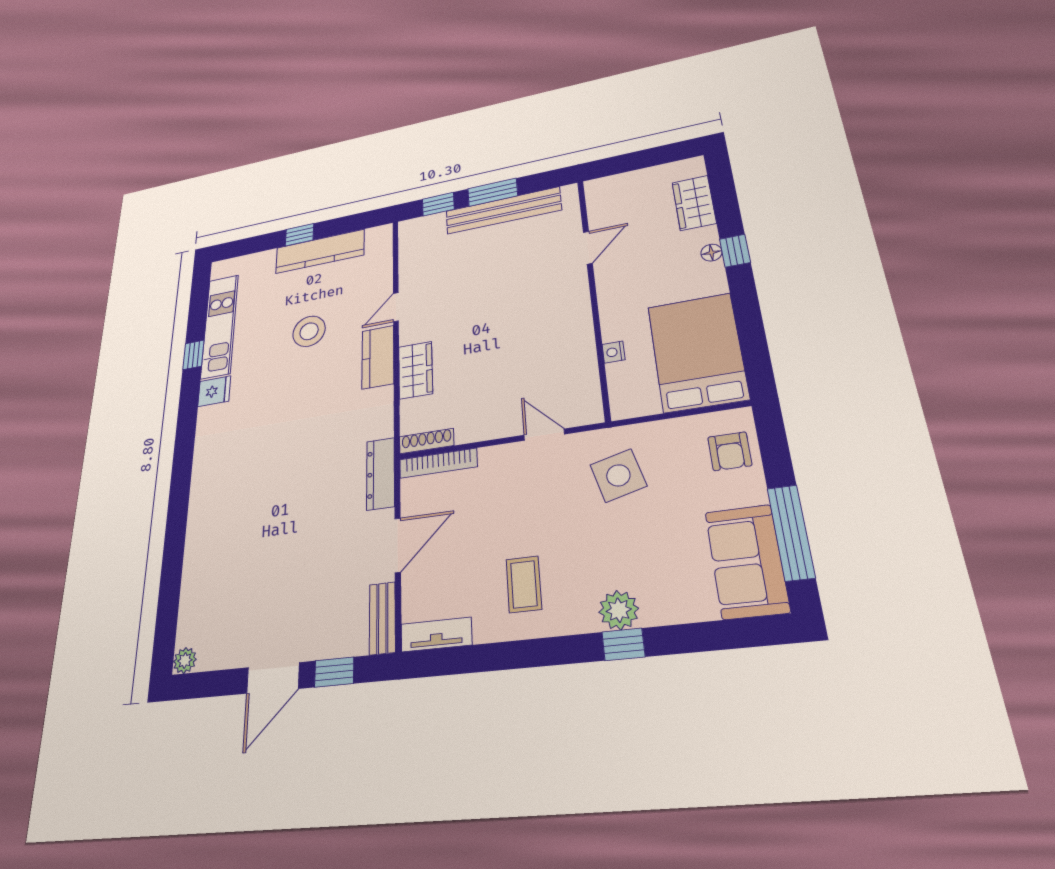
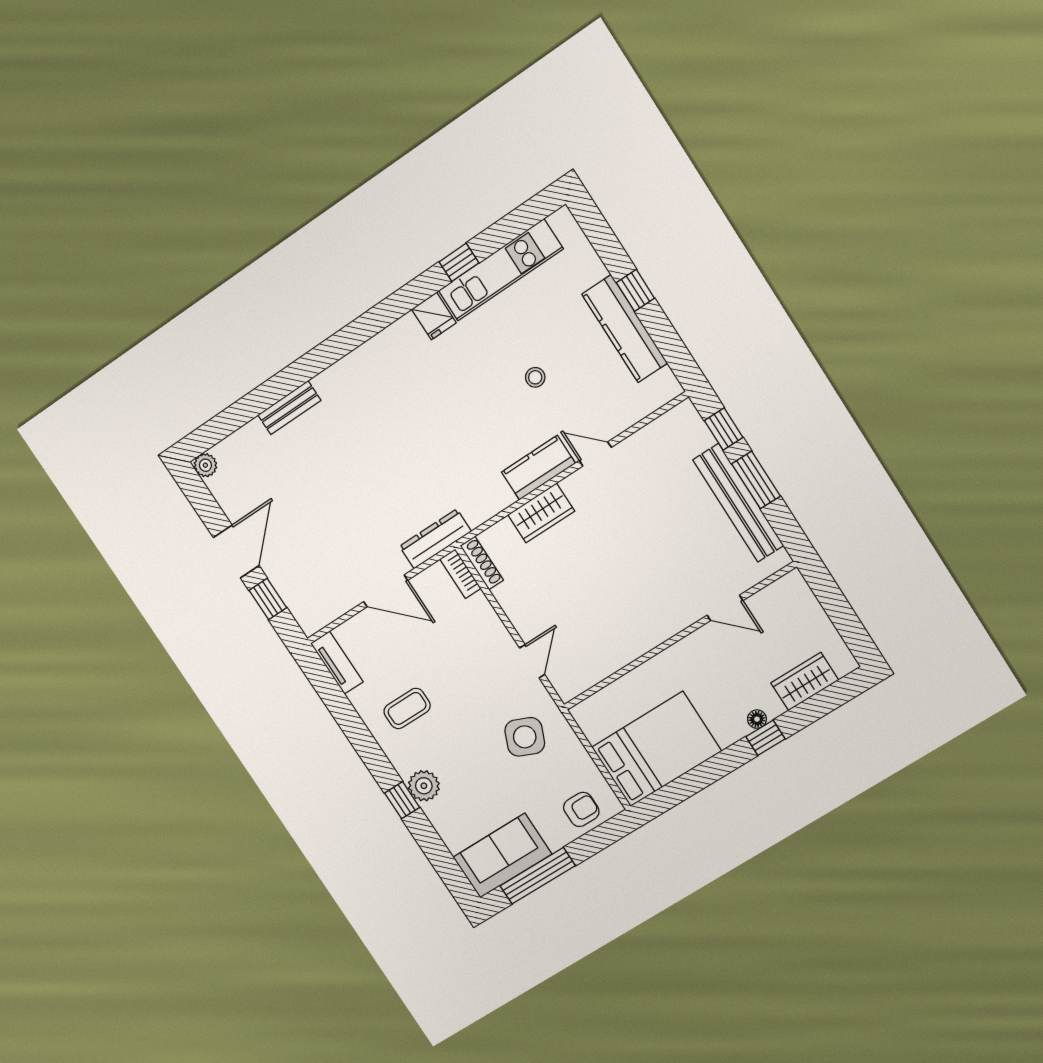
stool: (309, 331) -> (535, 377), width x0.53, depth x0.53
nightstand: (614, 352) -> (630, 682), removed
armchair: (730, 451) -> (581, 809), turned 180
bookcase: (438, 463) -> (460, 574), width x0.64
side table: (618, 475) -> (525, 737), turned 38
bench: (382, 618) -> (289, 408), moved
door: (273, 678) -> (236, 552), swing flipped

